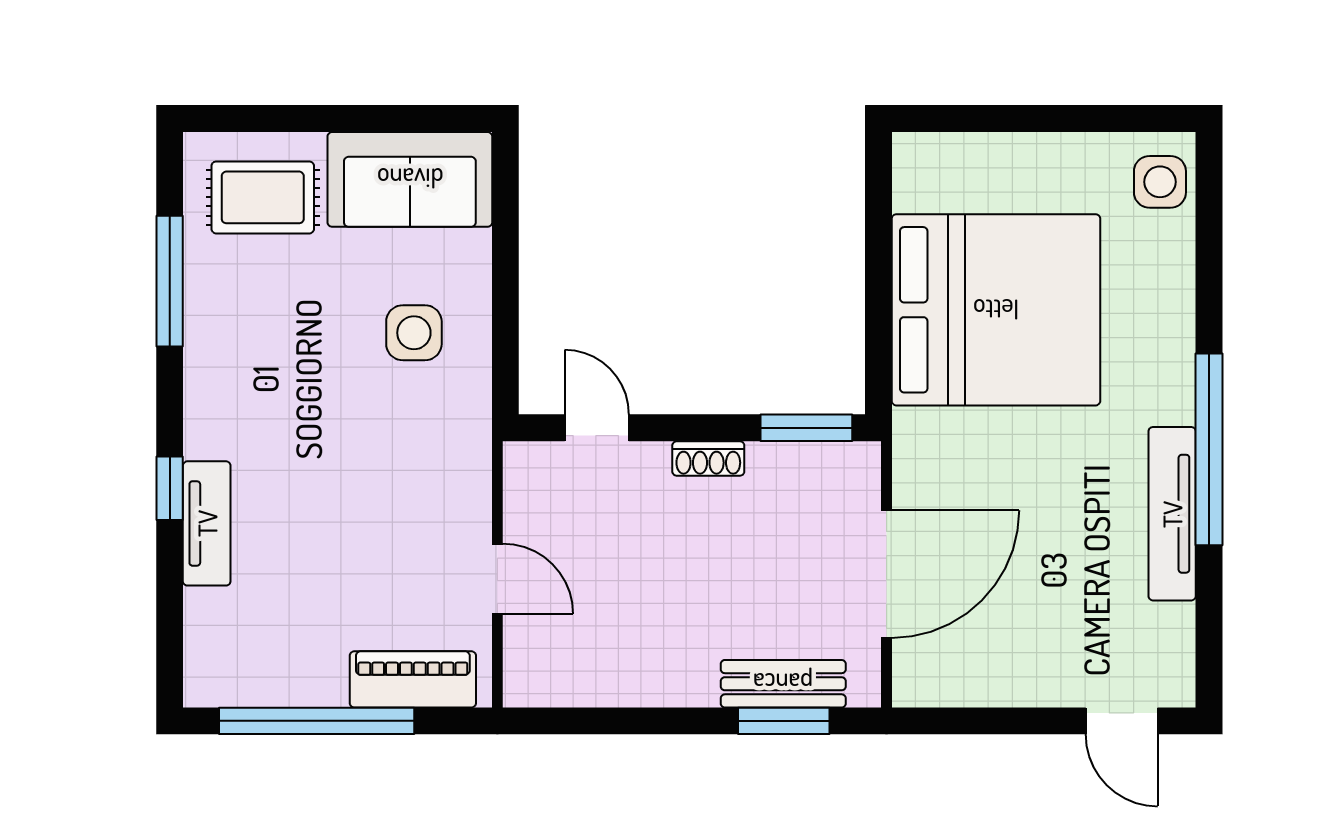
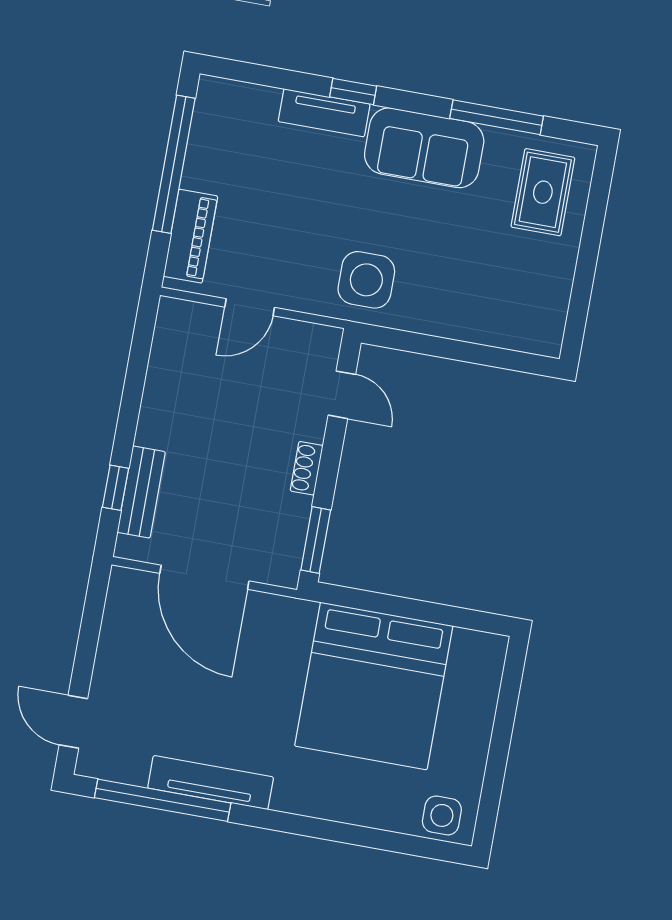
sofa: (410, 179) -> (424, 148), moved, turned -90
side table: (414, 333) -> (366, 280), moved, width x1.37, depth x1.37
door: (597, 428) -> (342, 395), hinge flipped
window: (1209, 449) -> (163, 800), moved
window: (784, 721) -> (115, 488), width x0.67
door: (1122, 721) -> (73, 722), hinge flipped

